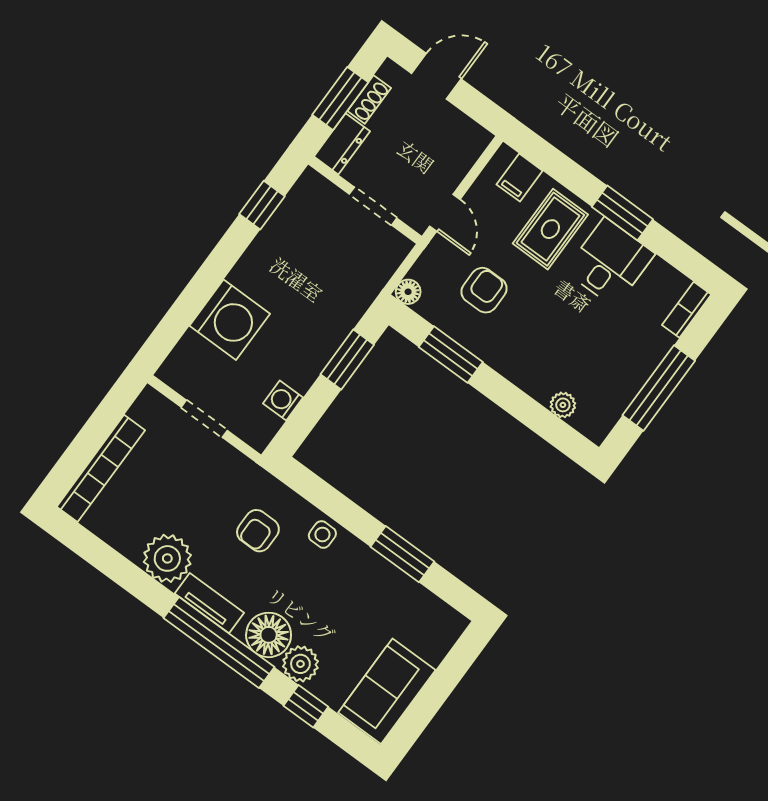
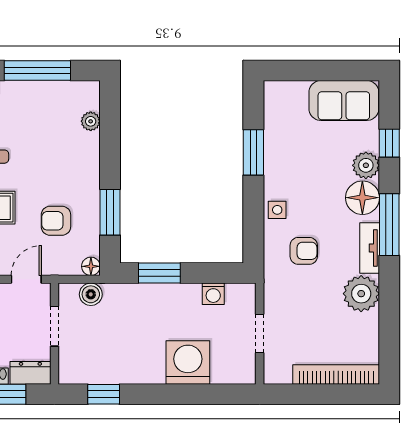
boiler: (378, 270) -> (91, 294), added
window: (219, 642) -> (389, 225), width x0.68

